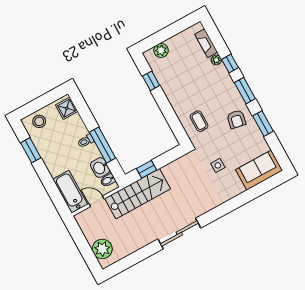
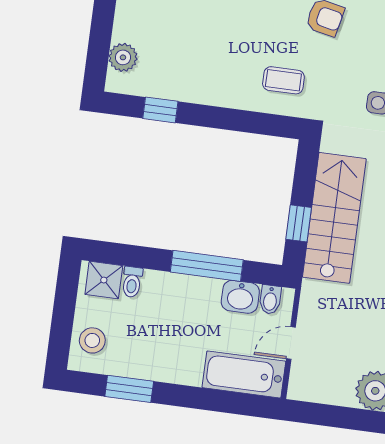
toilet: (86, 141) -> (132, 282), moved
stairs: (138, 194) -> (334, 218), moved

